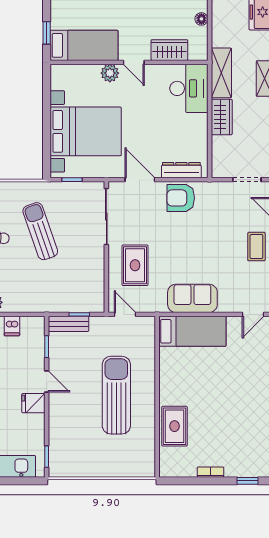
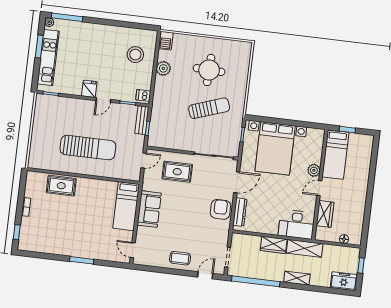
dishwasher: (12, 326) -> (143, 95), moved

